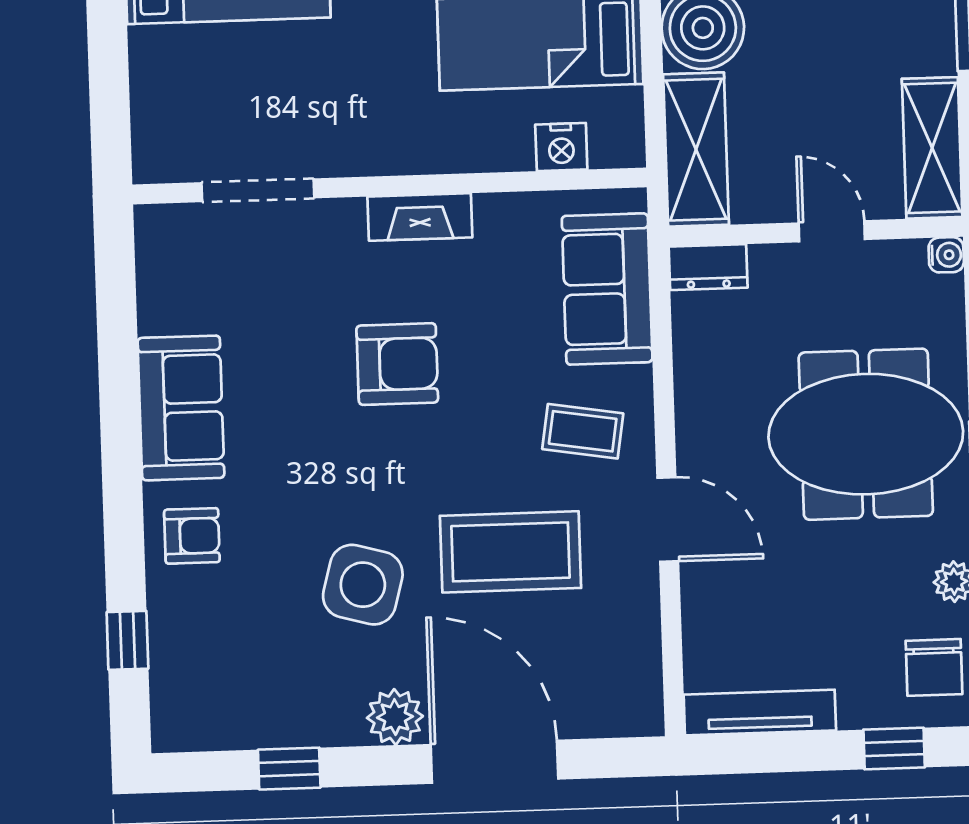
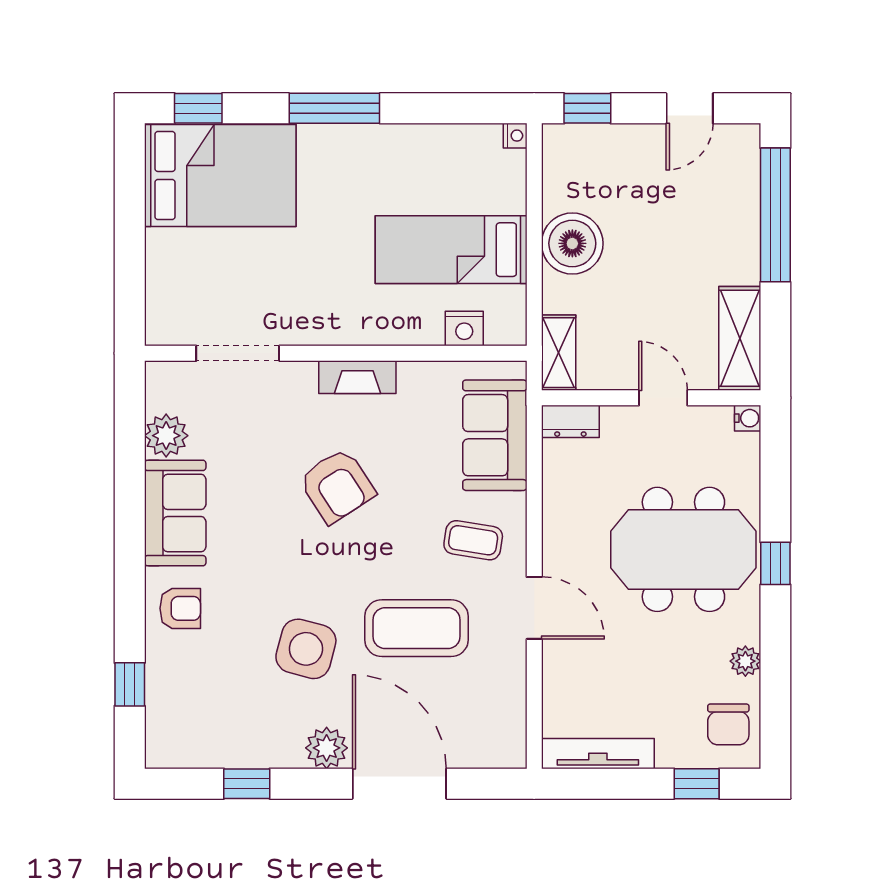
shelving: (696, 150) -> (559, 353), width x0.67, depth x0.75
plant: (165, 304) -> (166, 436), added
armchair: (397, 364) -> (337, 486), turned 57

